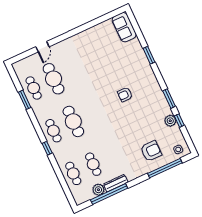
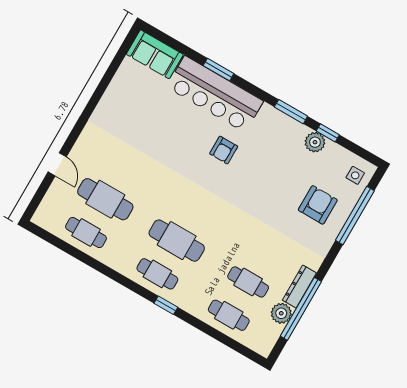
bar counter: (139, 65) -> (215, 94), added
window: (25, 100) -> (85, 258), removed

